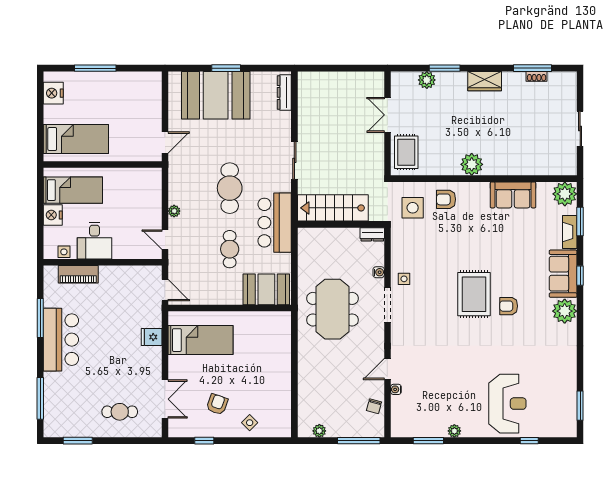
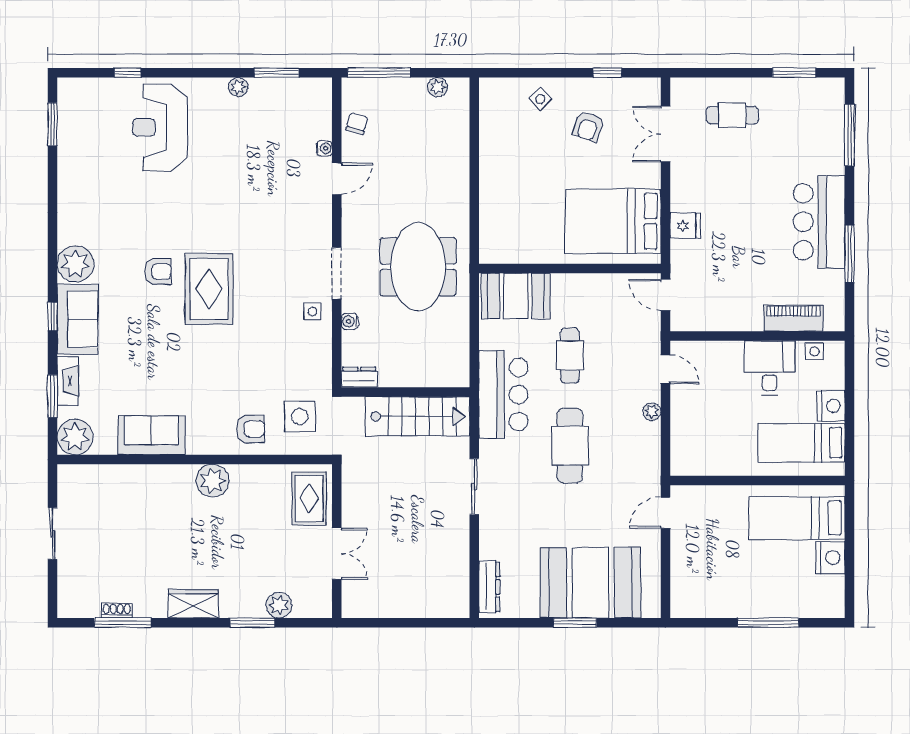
nightstand: (53, 93) -> (830, 558), moved
bed: (201, 340) -> (613, 221), width x1.50

